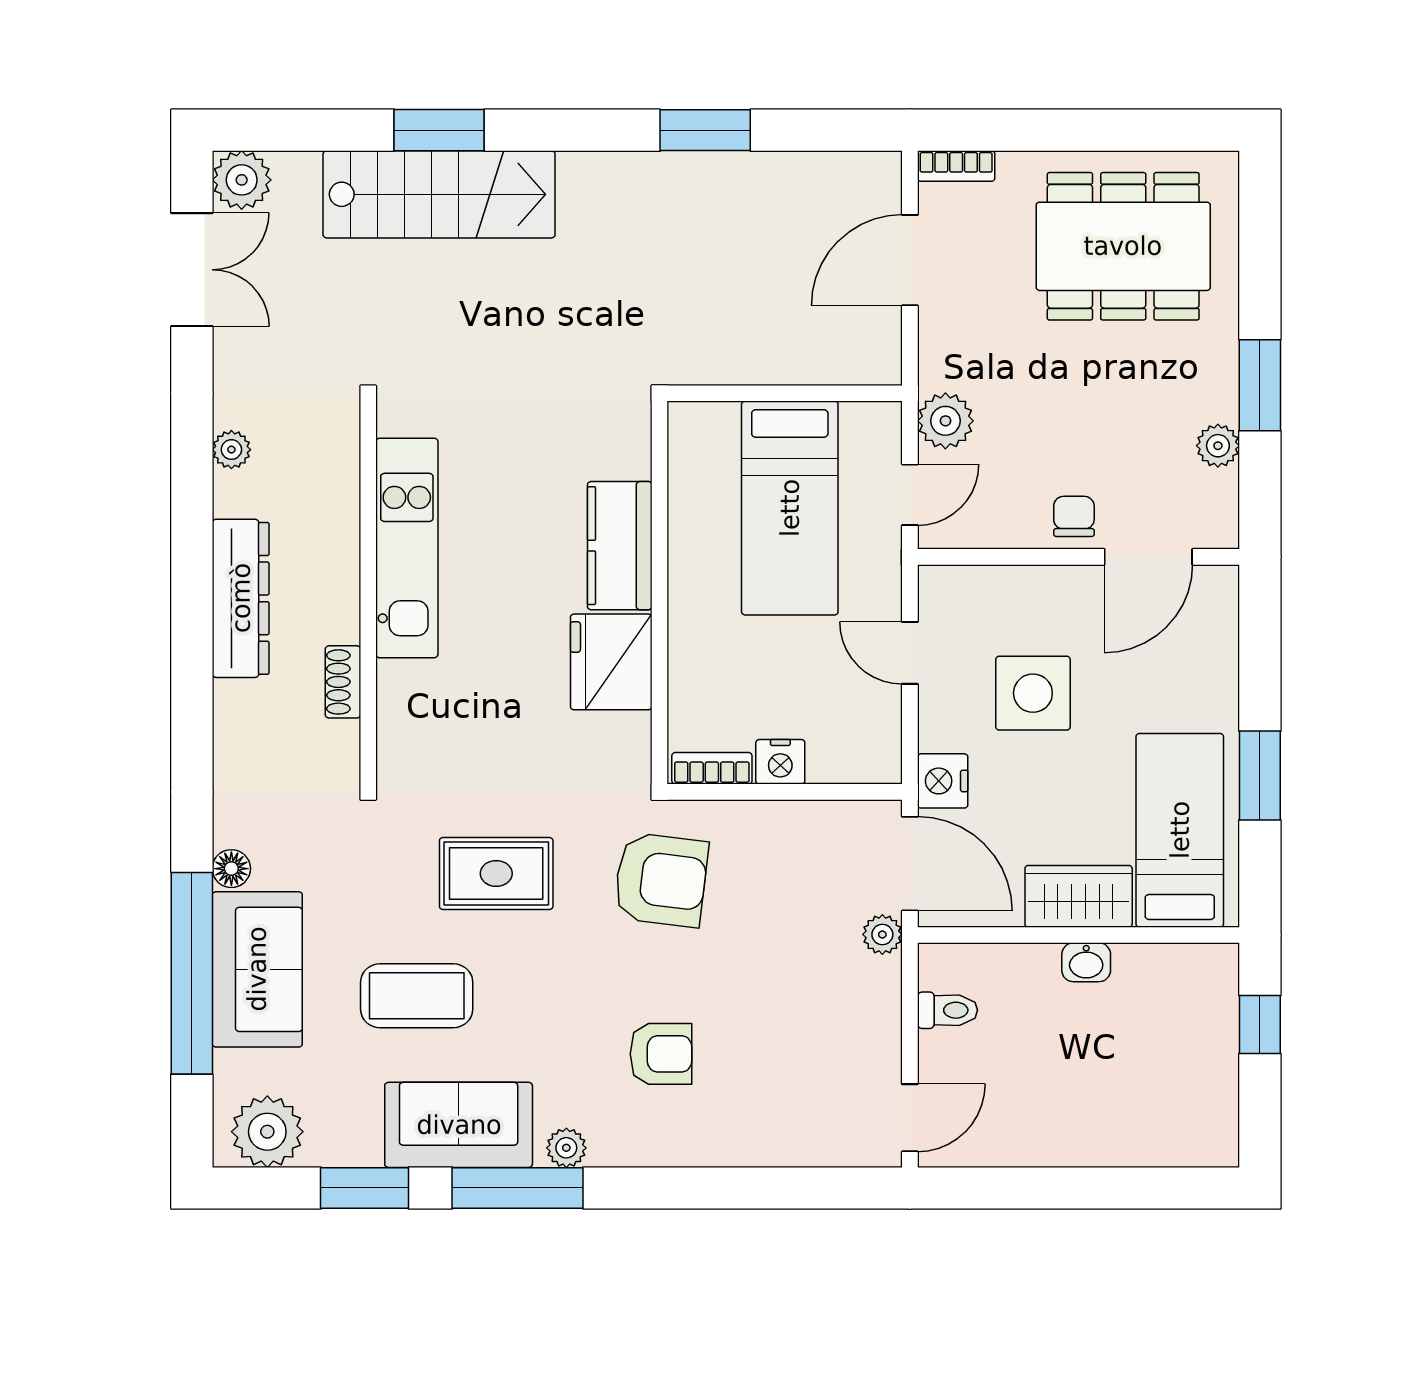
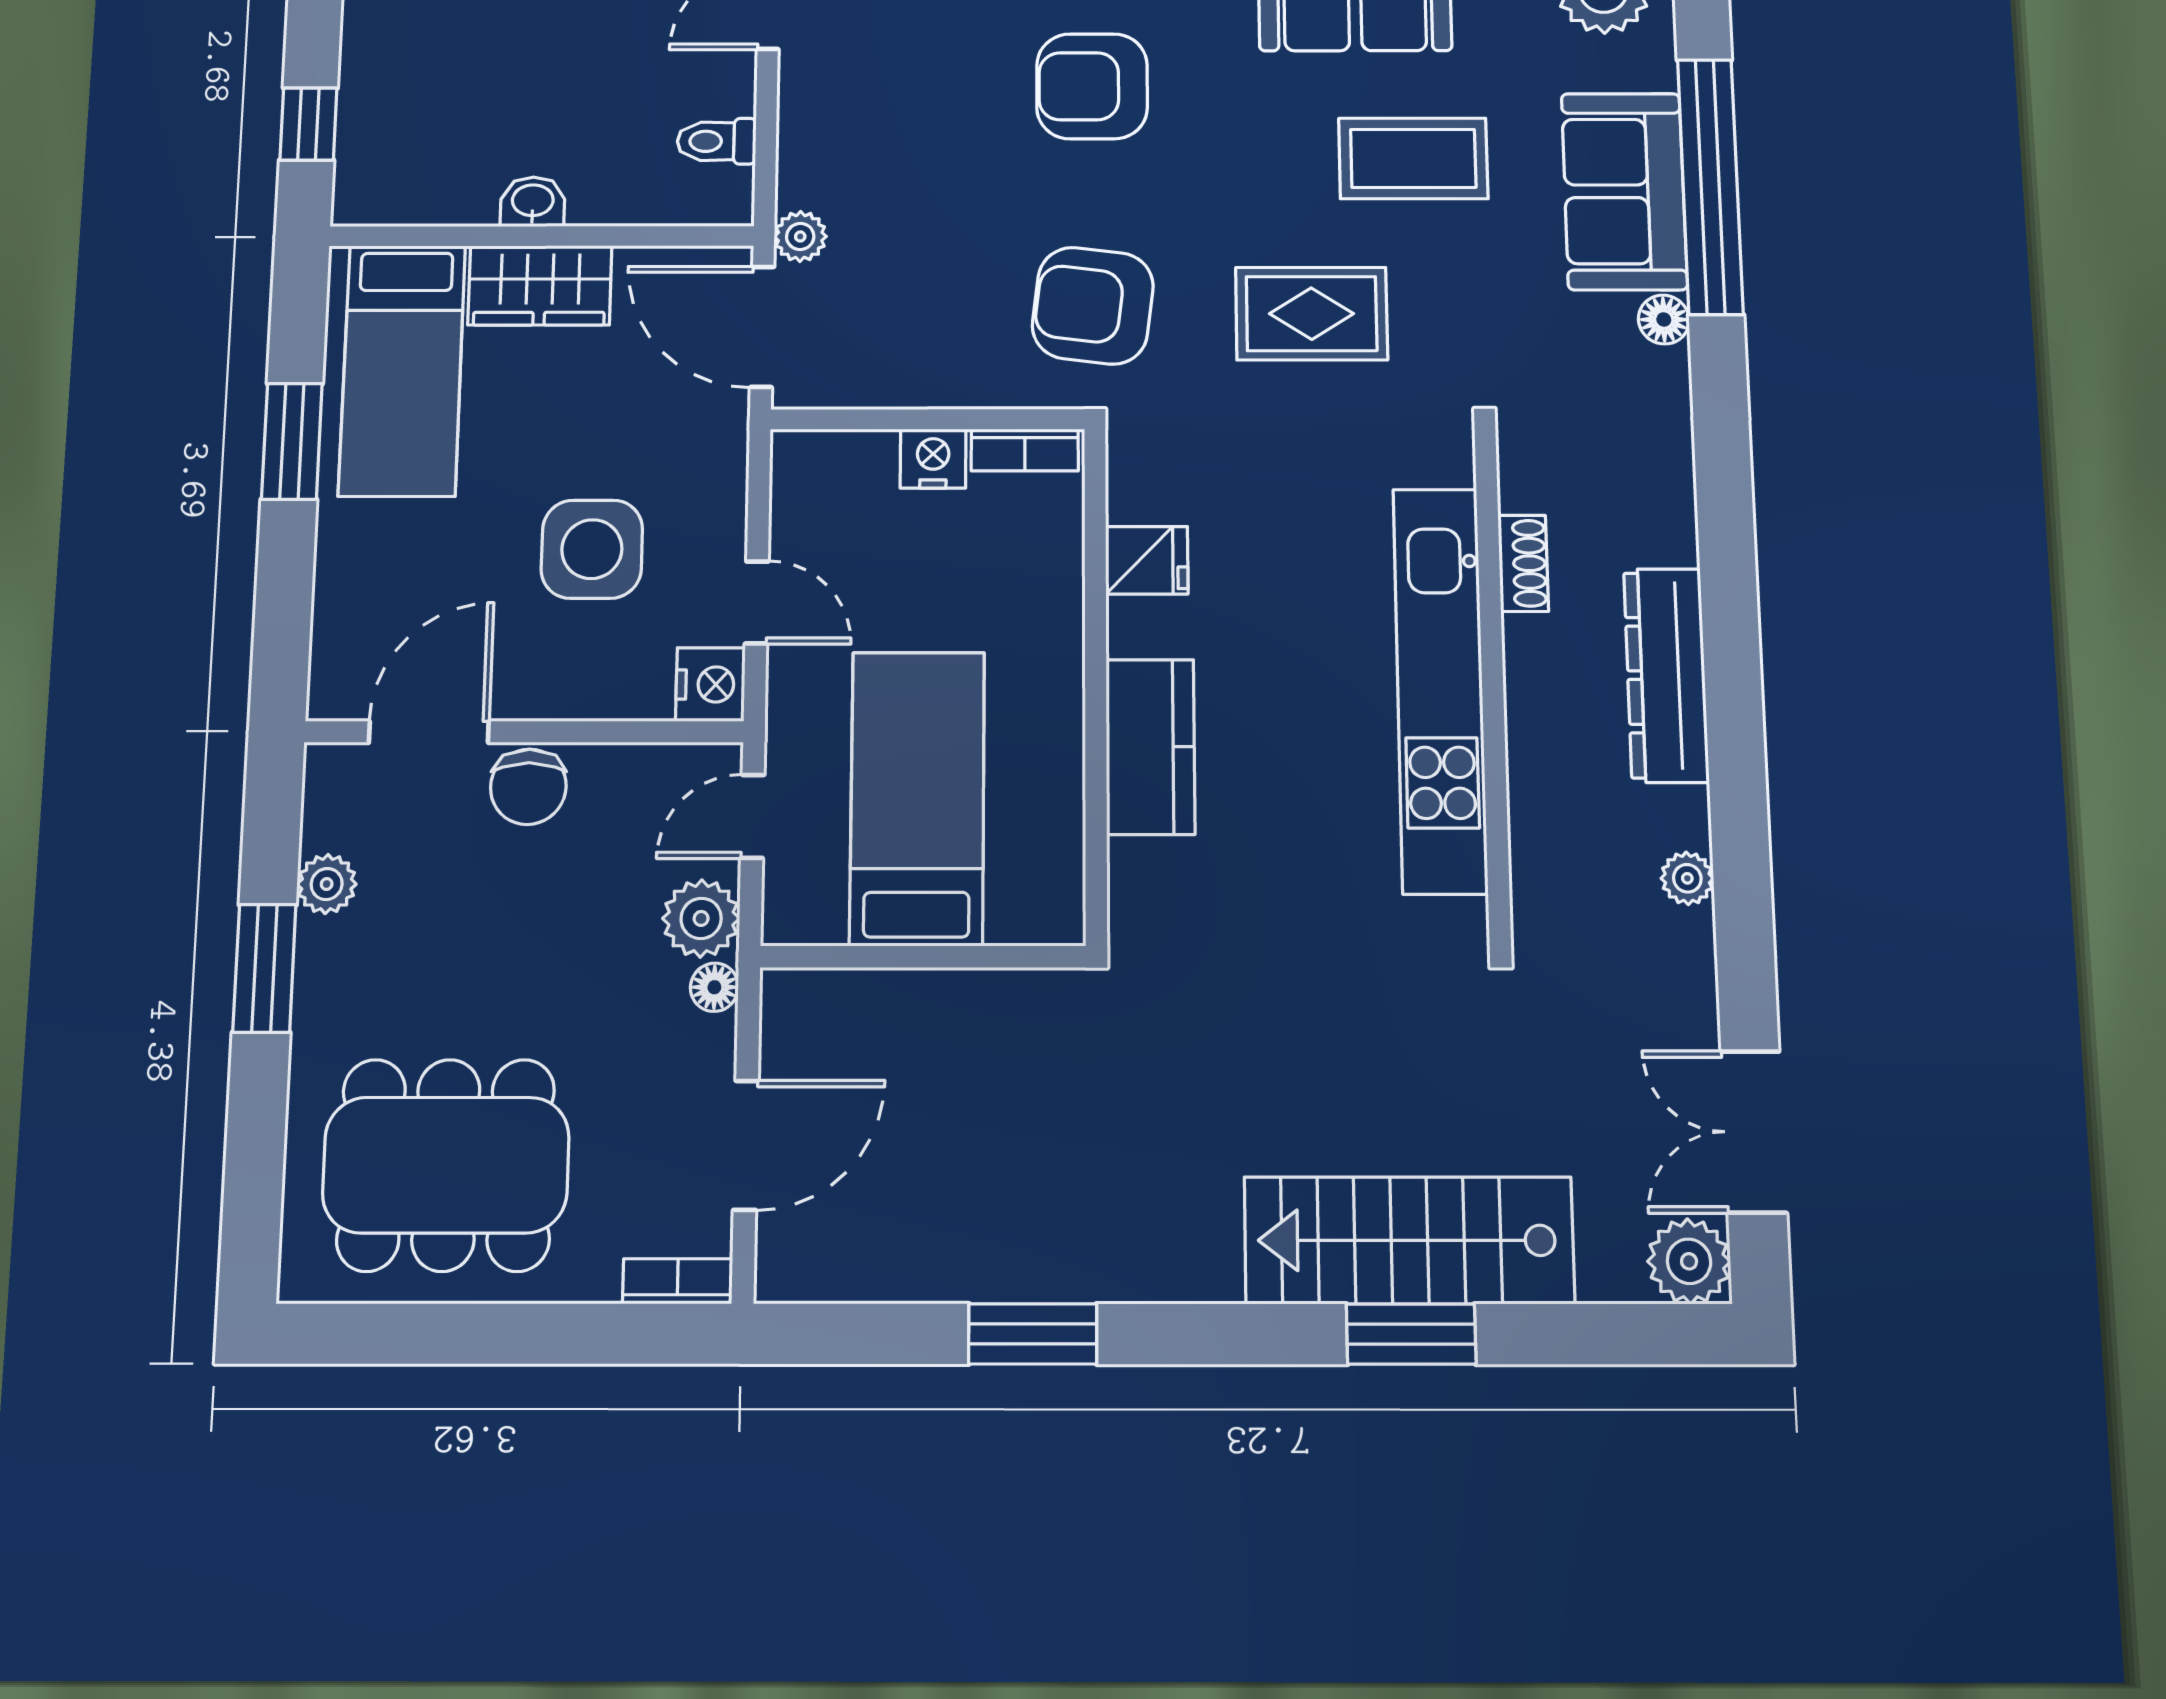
floor lamp: (935, 372) -> (714, 987), added
chair: (1074, 516) -> (528, 787), width x1.37, depth x1.37
kitchen unit: (407, 548) -> (1440, 689), width x1.36
fridge: (611, 662) -> (1147, 560), width x0.53, depth x0.75
nightstand: (943, 781) -> (710, 684), moved
armchair: (661, 1054) -> (1092, 86), width x1.38, depth x1.38

